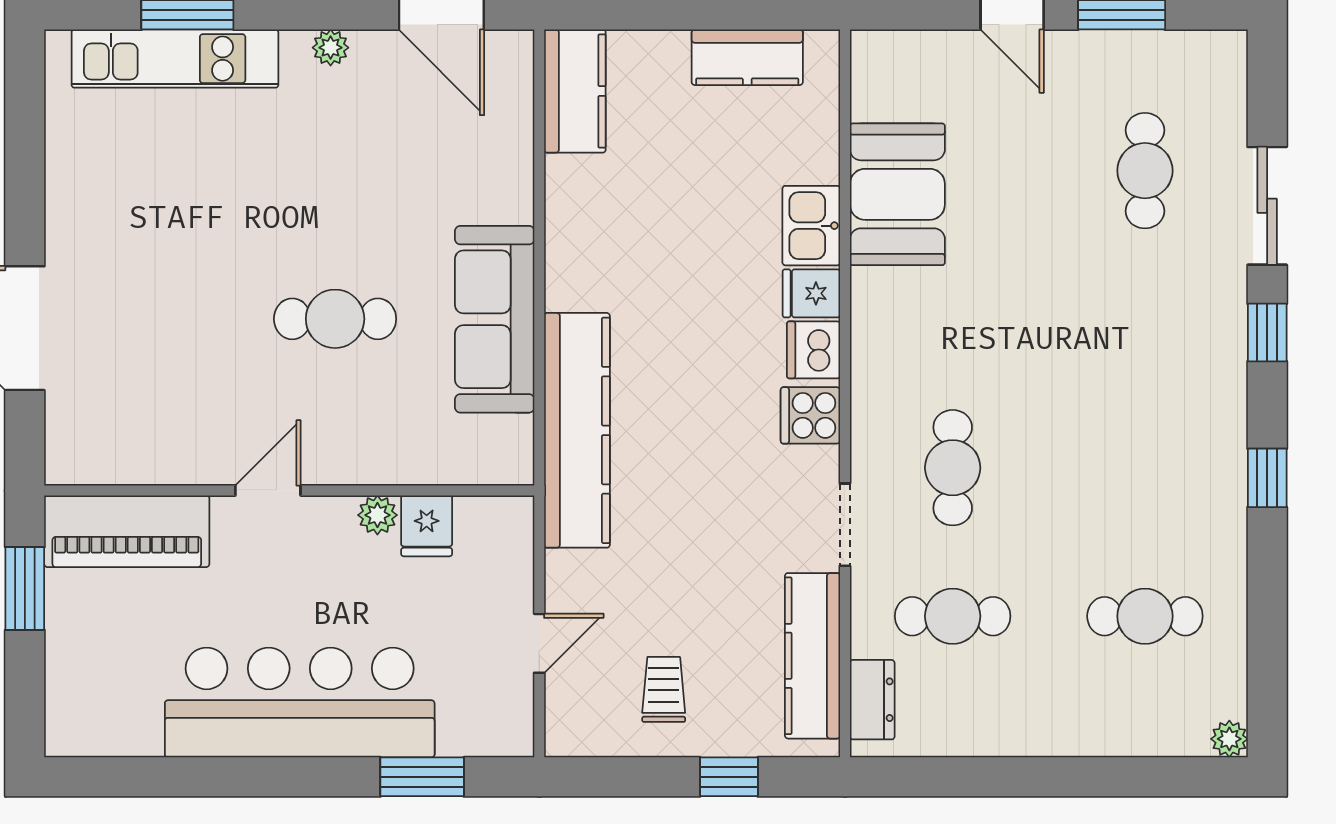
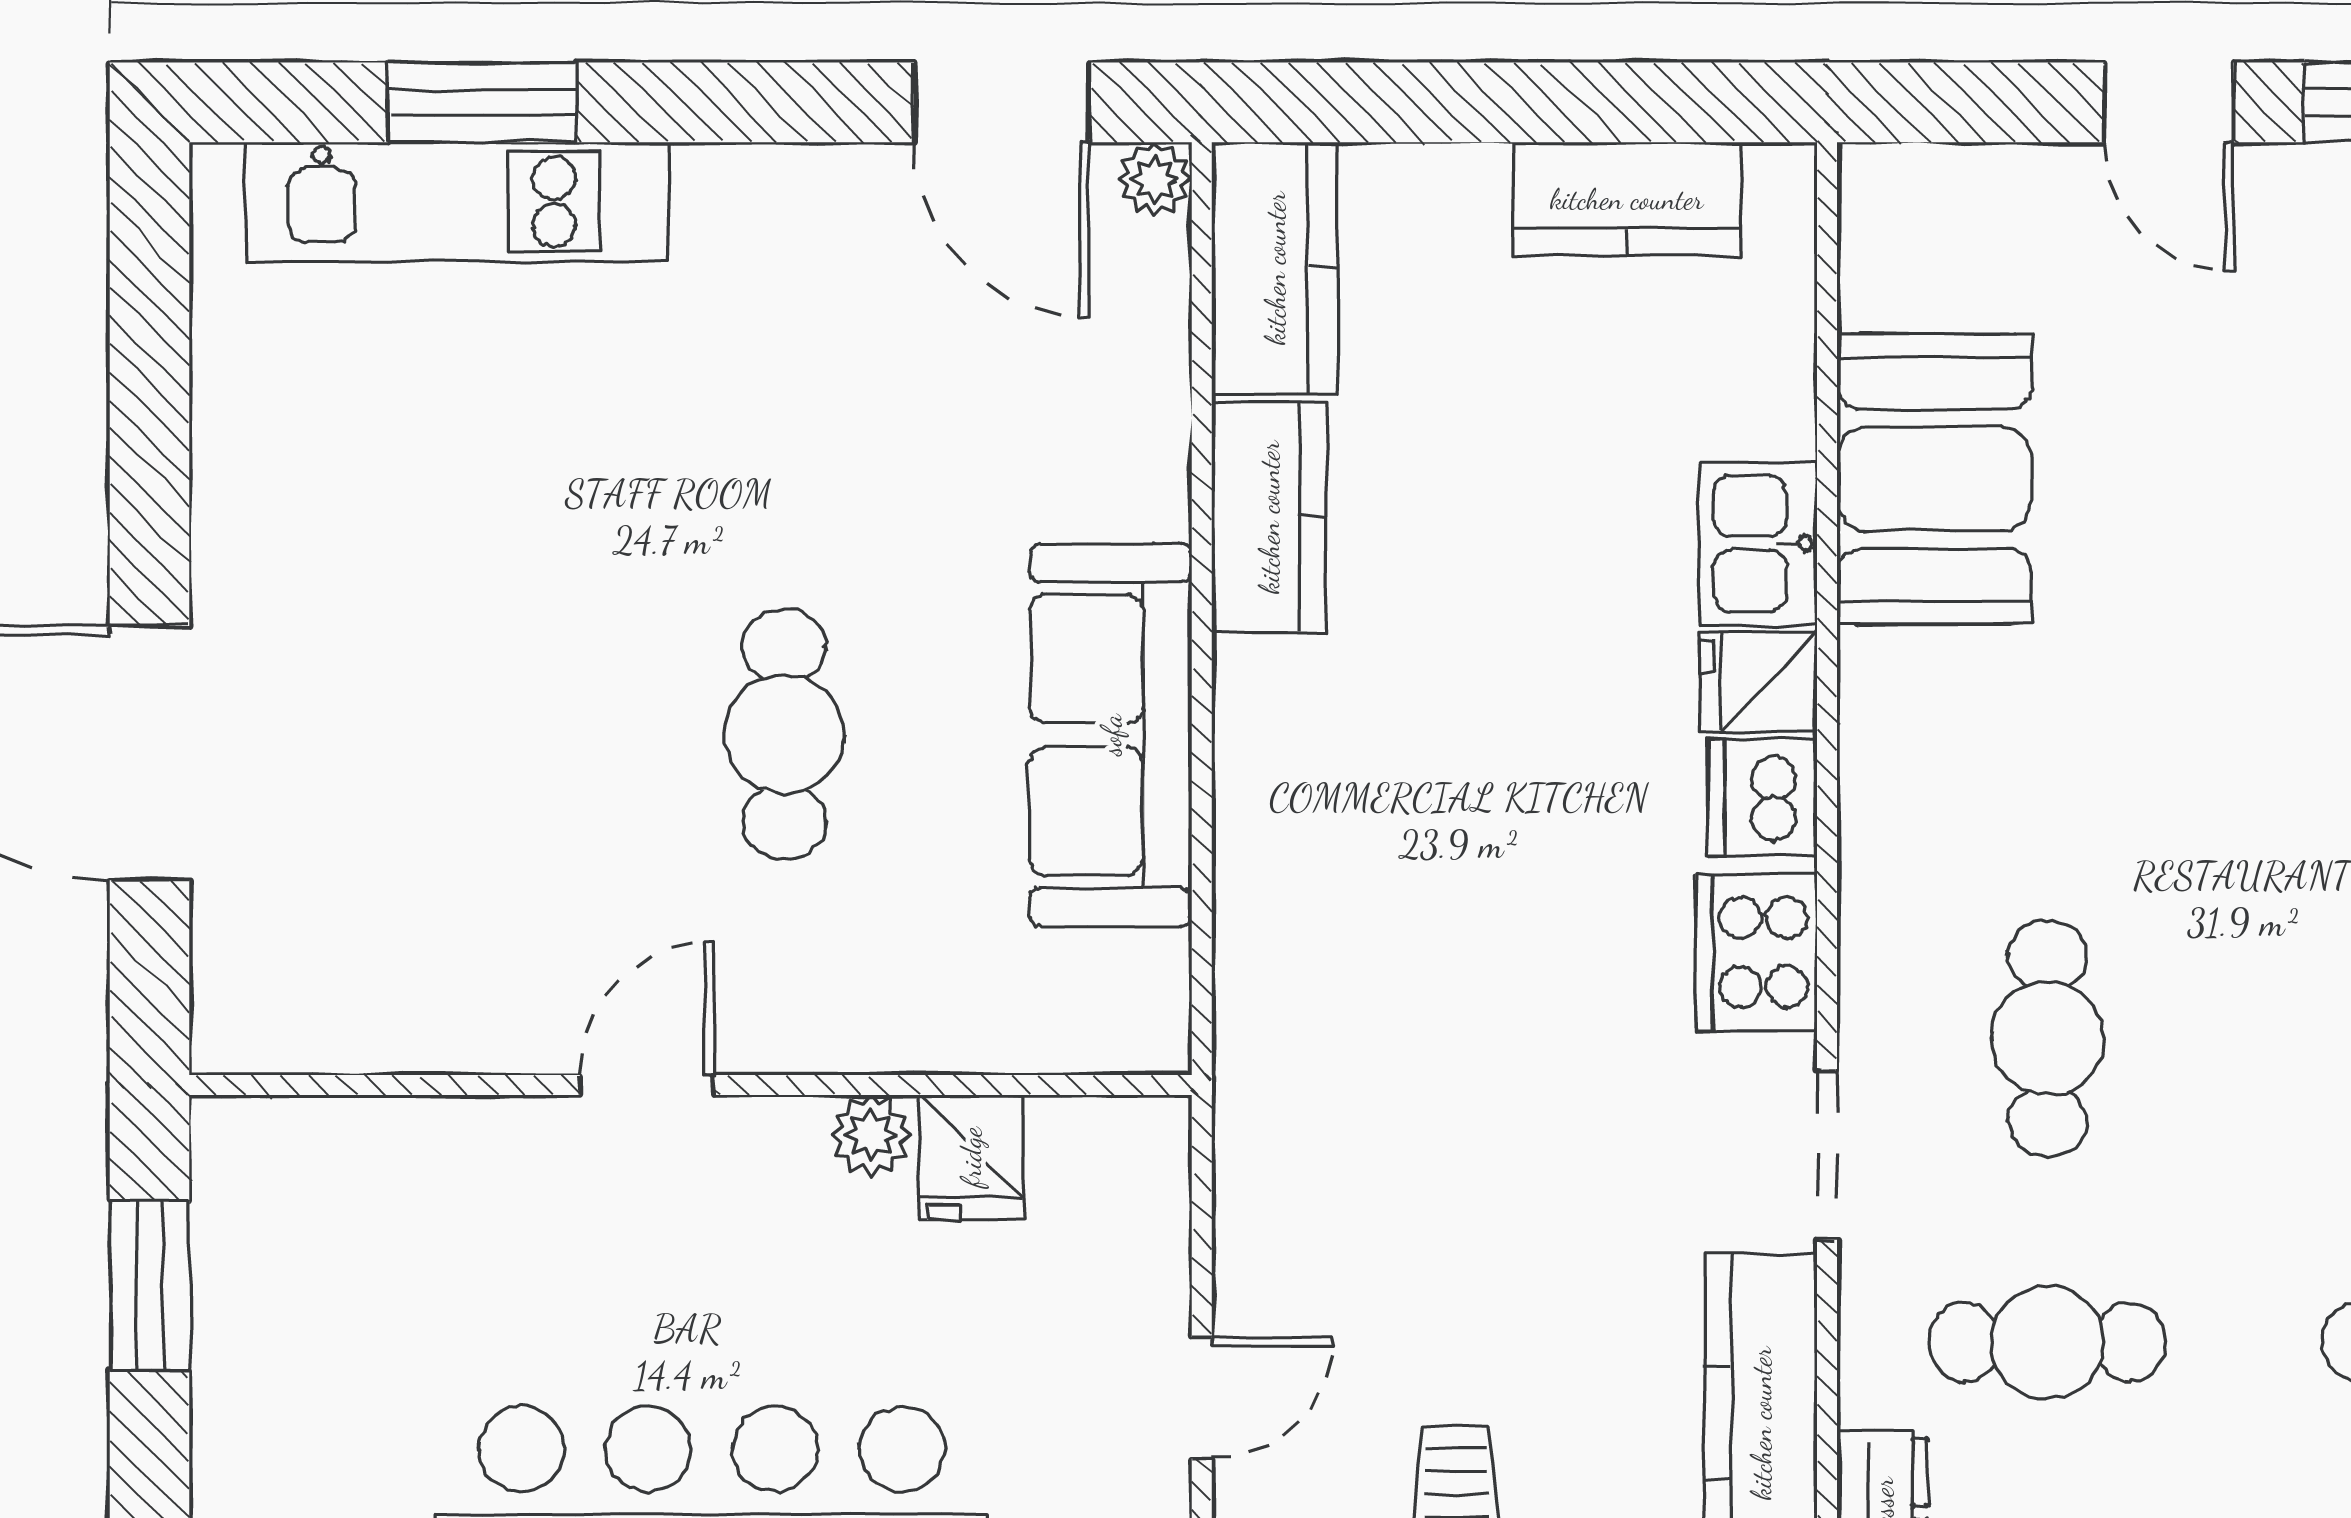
plant: (331, 48) -> (1155, 179), moved
cafe table: (335, 319) -> (784, 734), turned 90
cooker: (810, 415) -> (1756, 952), width x1.36
kitchen counter: (577, 430) -> (1269, 517), moved, width x0.48, depth x0.86
piano: (127, 531) -> (358, 1168), removed

